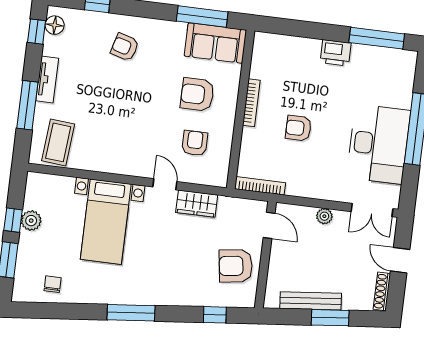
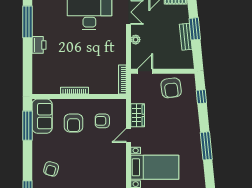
armchair: (298, 128) -> (86, 61), removed
bench: (311, 301) -> (186, 37), width x0.73

